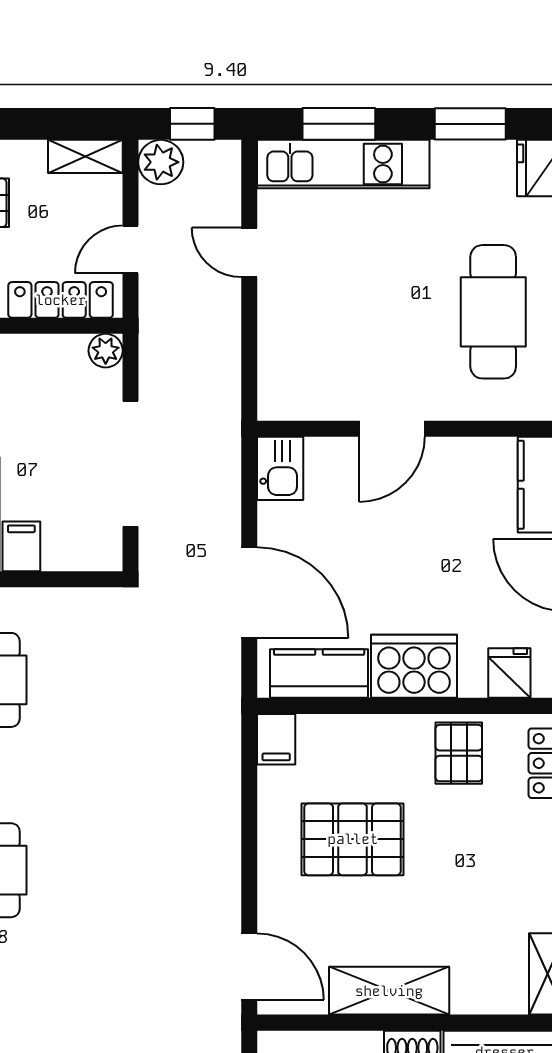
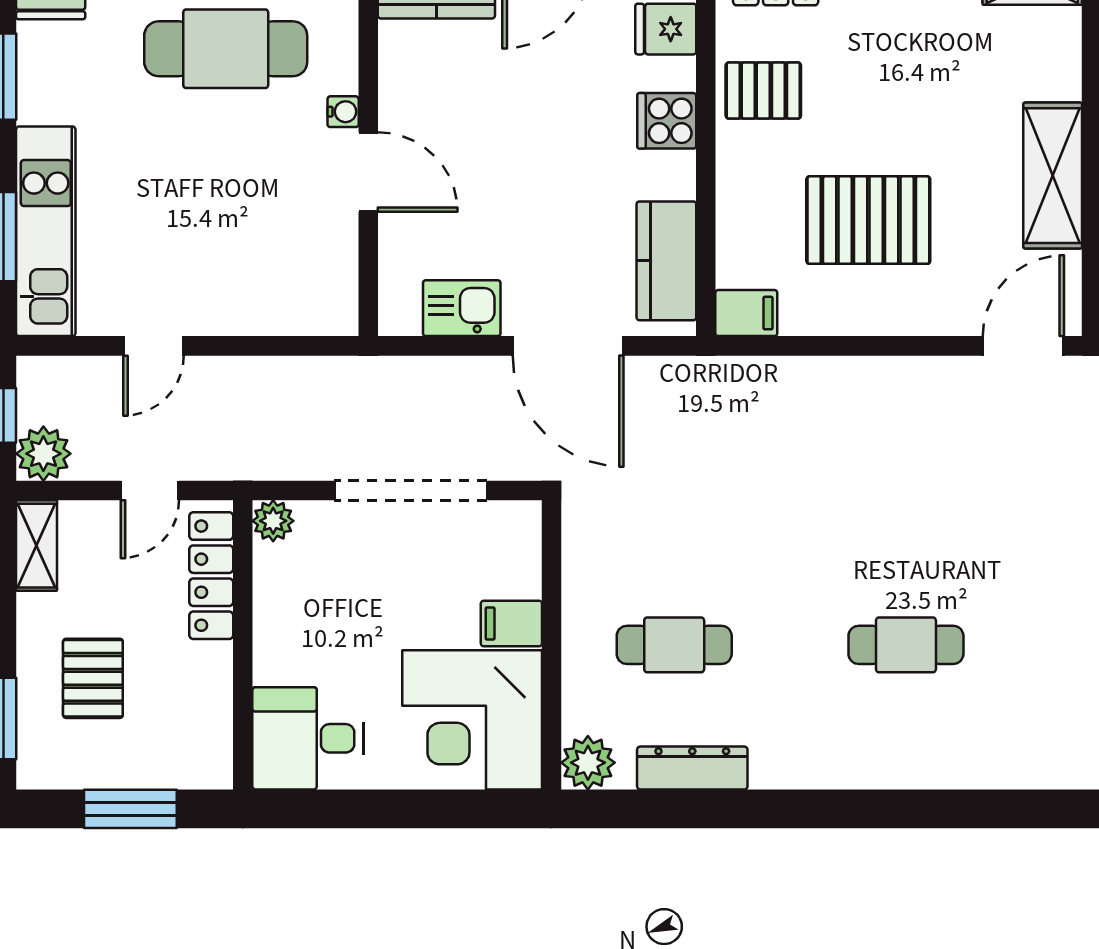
door: (130, 250) -> (150, 491), hinge flipped
water cooler: (441, 408) -> (343, 112), added
kitchen sink: (280, 468) -> (462, 308), moved
door: (249, 593) -> (568, 346), swing flipped
cooker: (414, 666) -> (667, 121), width x0.53, depth x0.76
pallet: (353, 839) -> (868, 220), turned 90

